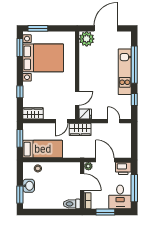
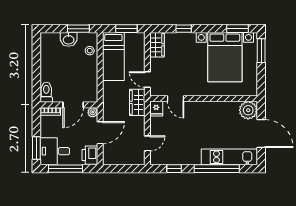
kitchen unit: (125, 72) -> (229, 157), moved
window: (20, 195) -> (78, 29), moved
window: (105, 212) -> (36, 148), moved

